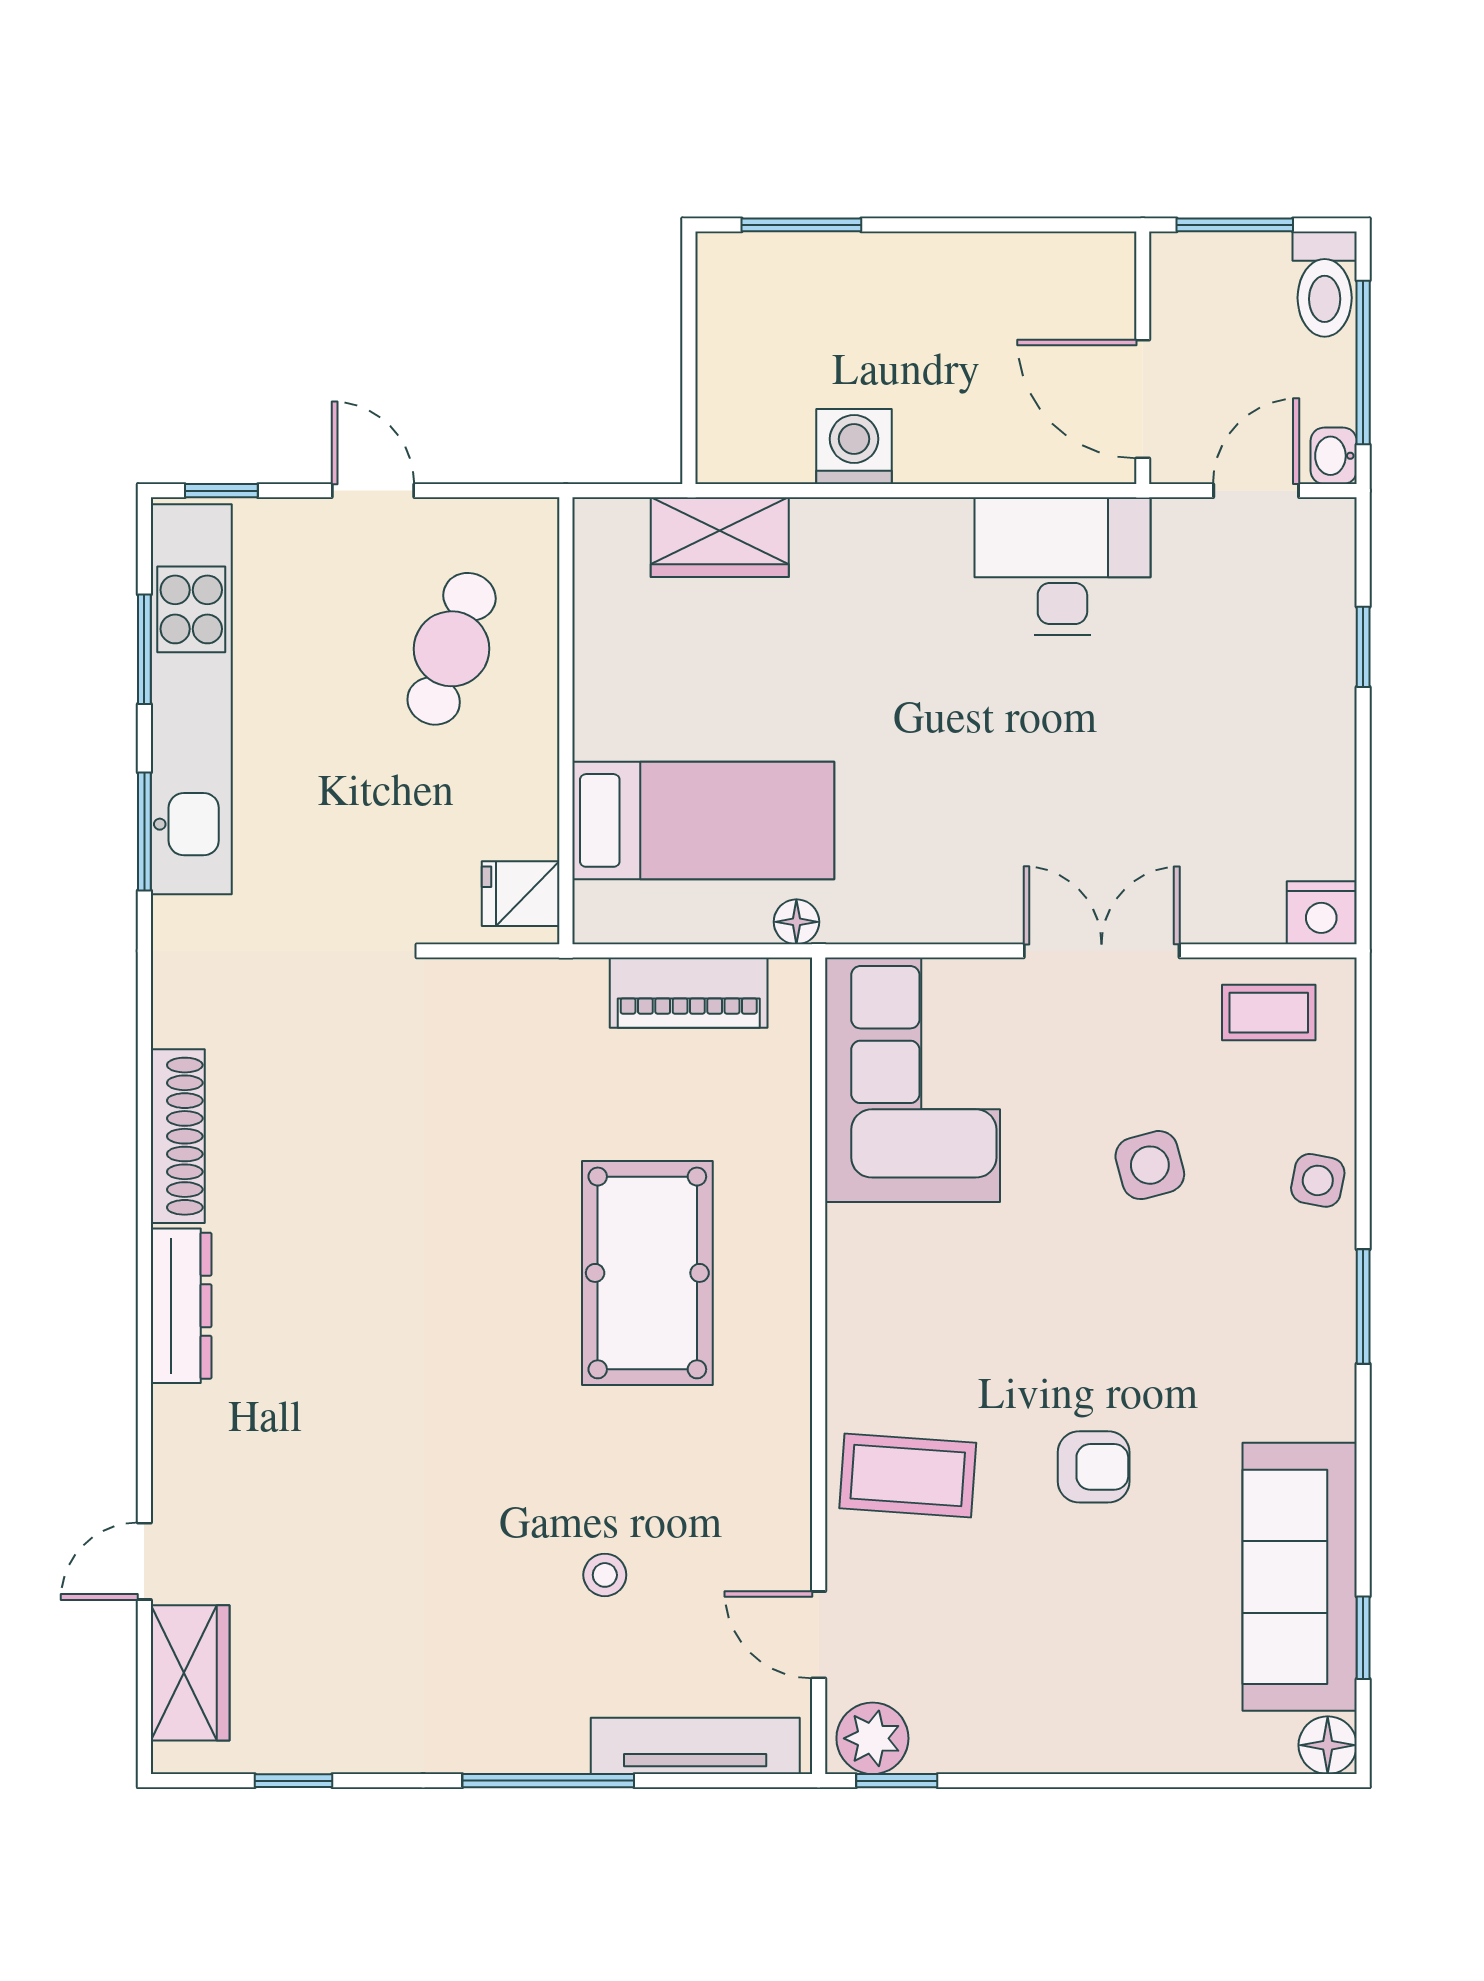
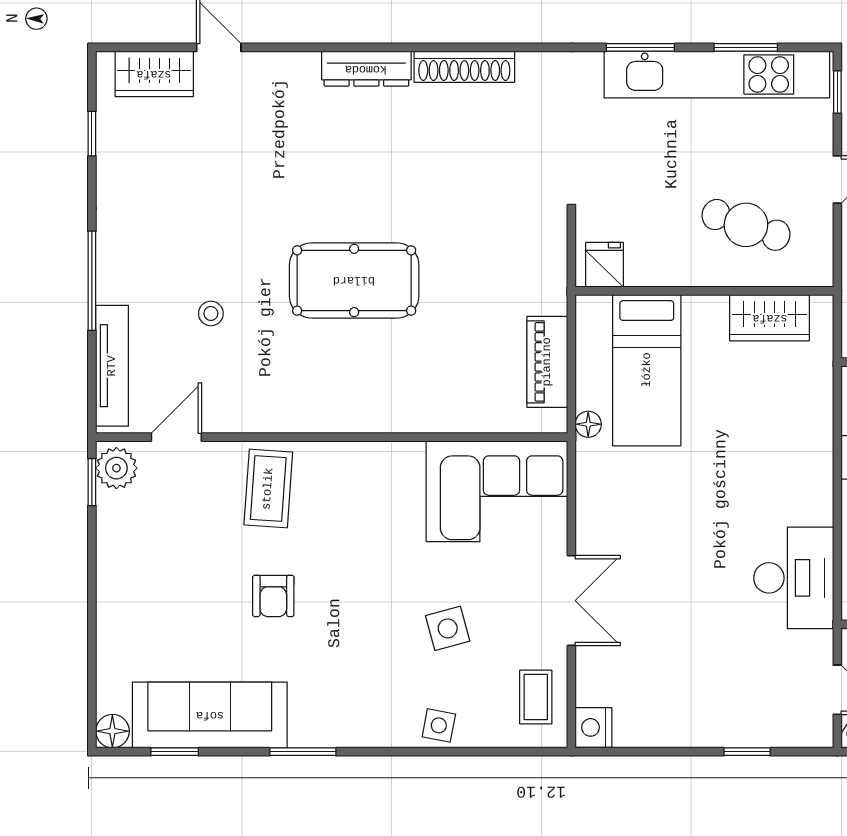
wardrobe: (720, 537) -> (770, 318), moved, turned -90
pool table: (647, 1273) -> (354, 280), moved
window: (1363, 1307) -> (303, 752), moved

